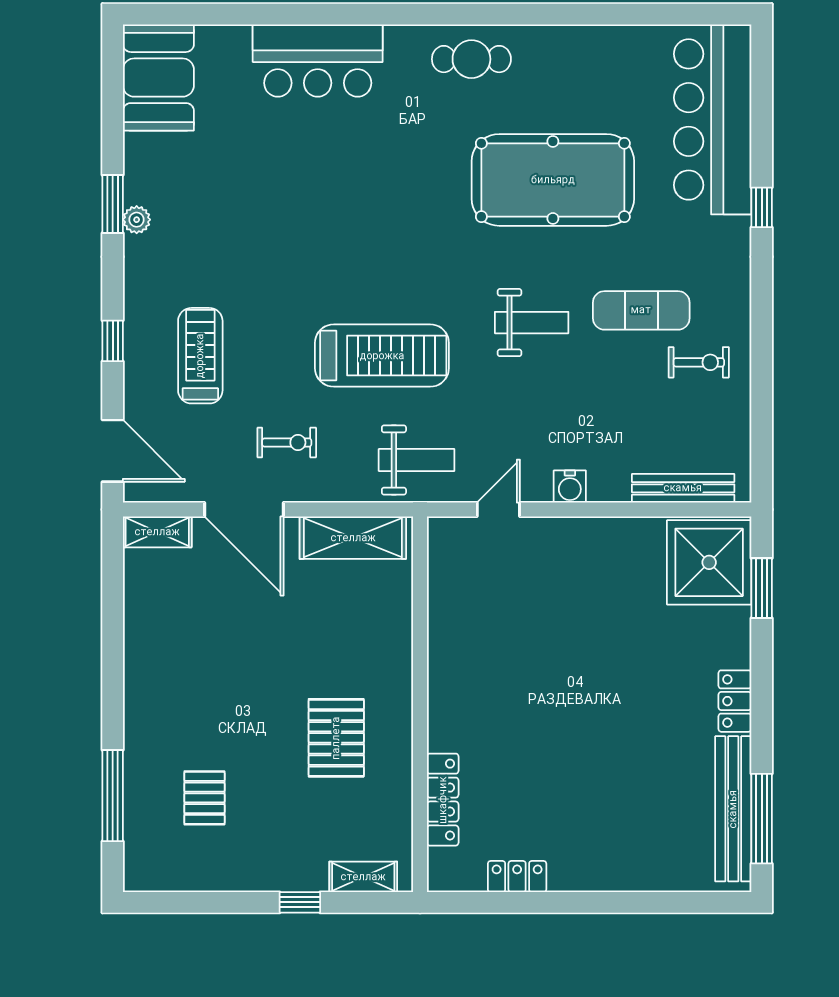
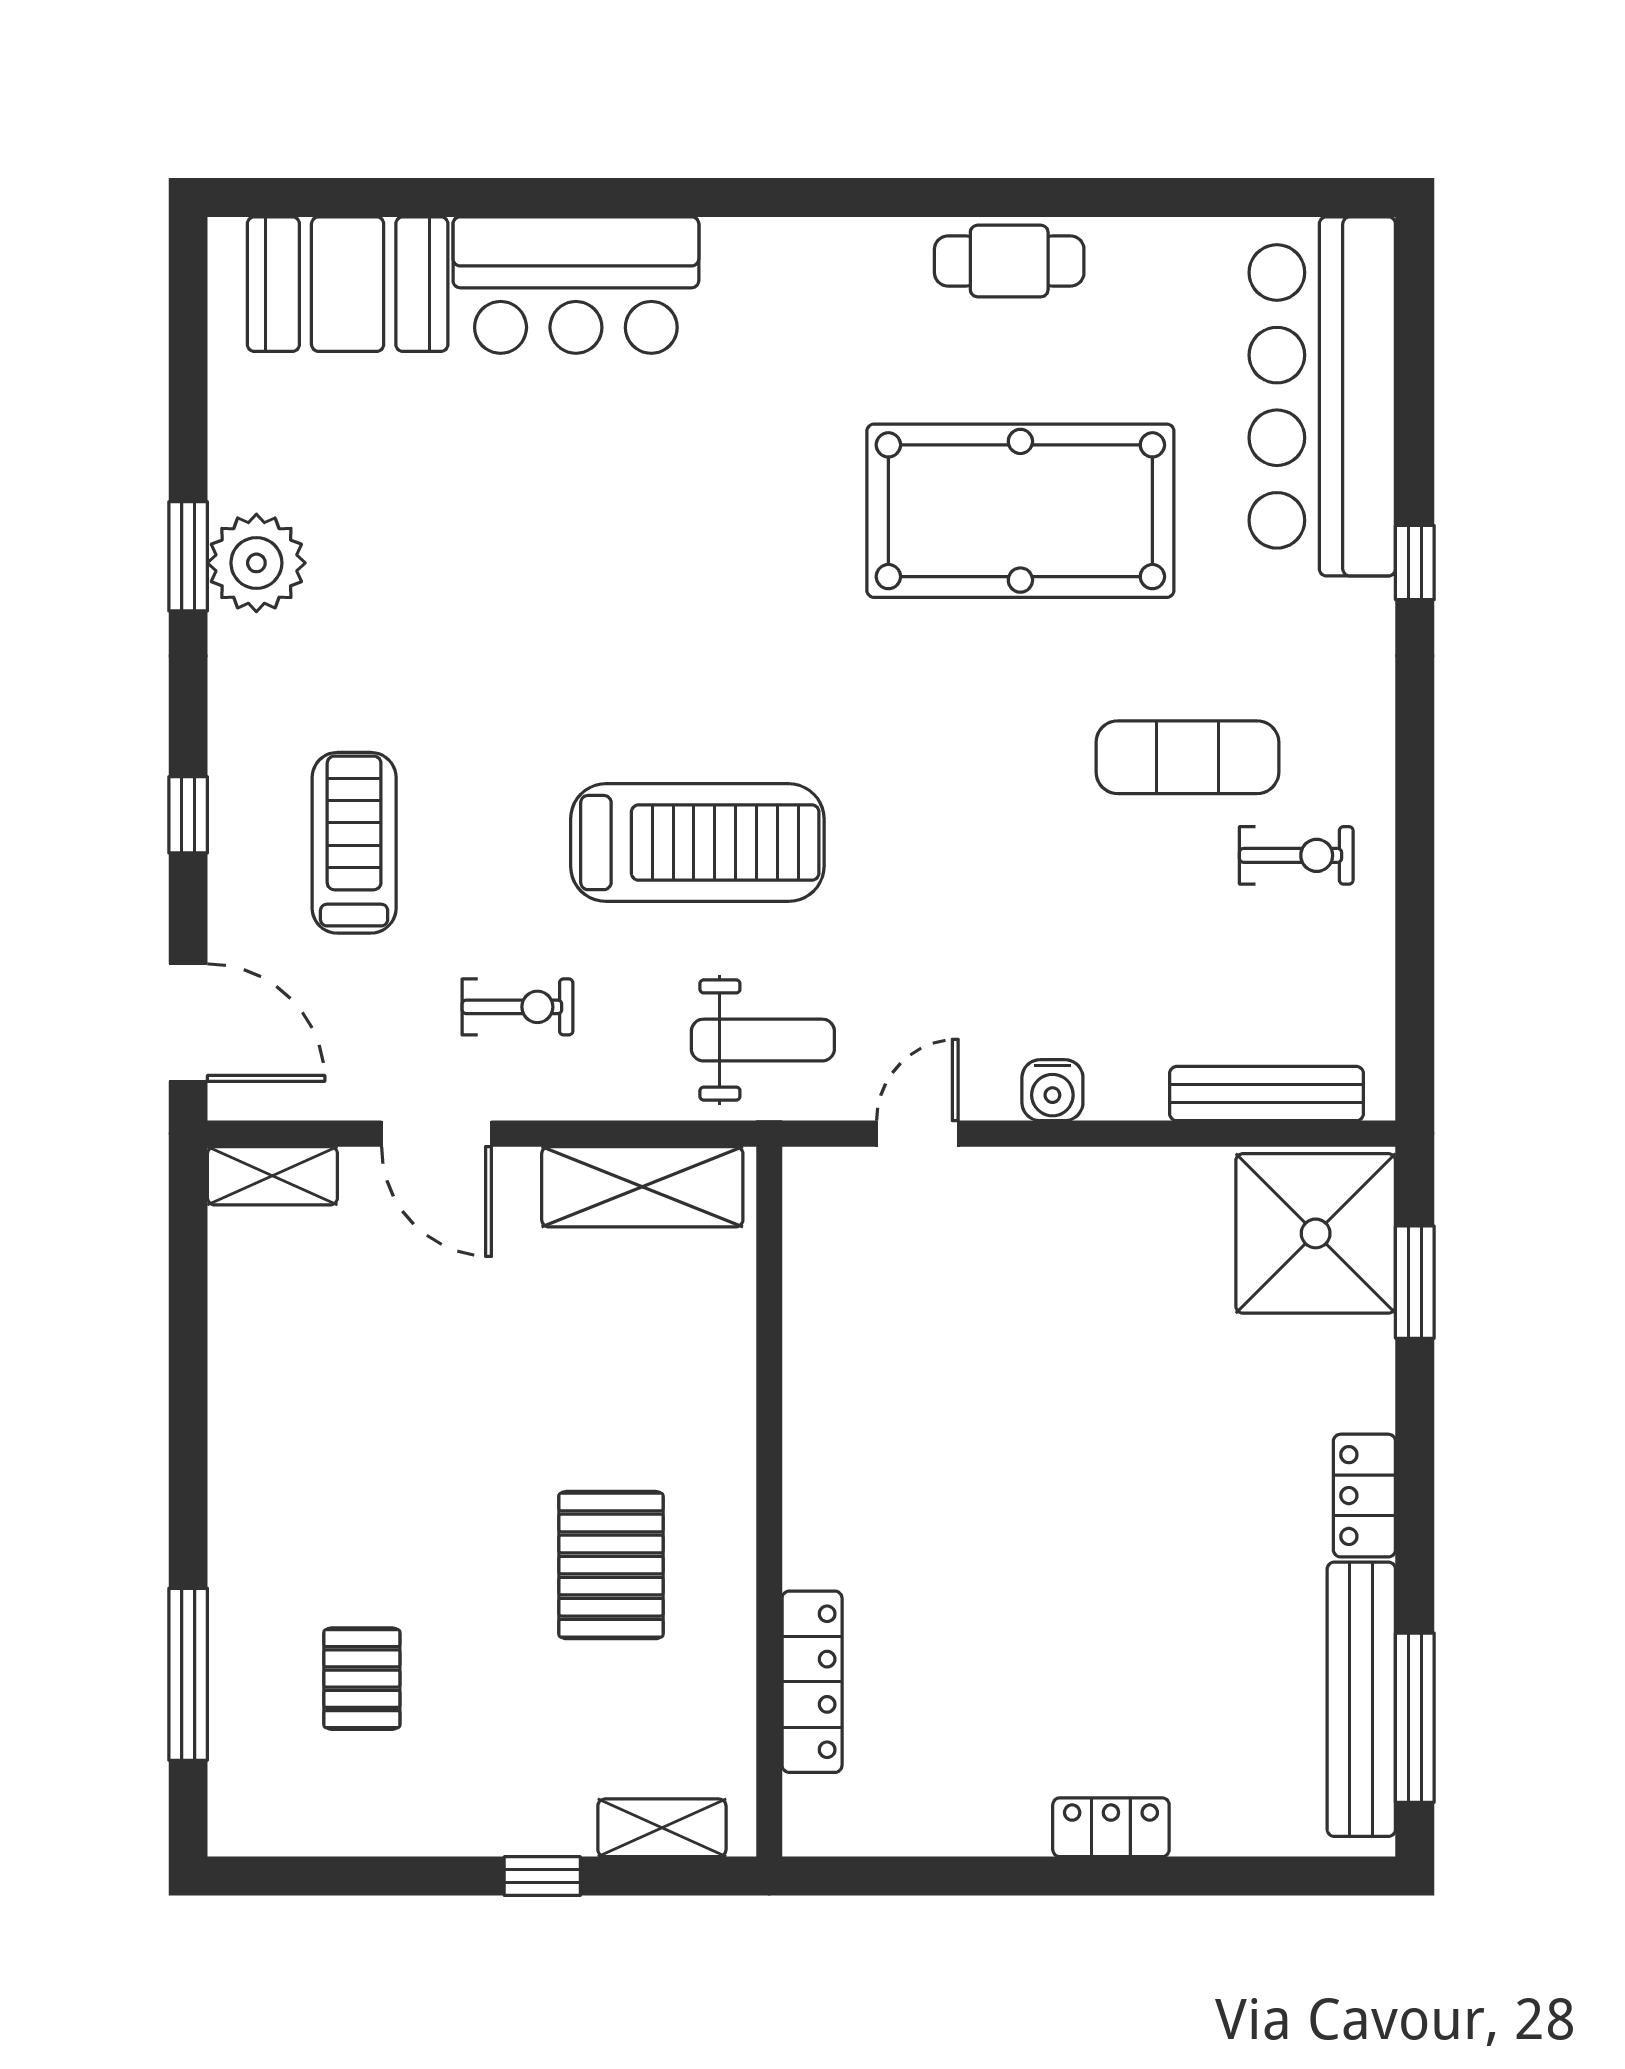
cafe table: (471, 59) -> (1009, 261), moved
booth: (158, 78) -> (348, 284), moved, turned 90
plant: (137, 220) -> (256, 563), width x1.88, depth x1.88
weight bench: (532, 323) -> (980, 780), removed
door: (244, 510) -> (436, 1134), width x0.73
locker: (517, 877) -> (1111, 1827), moved

